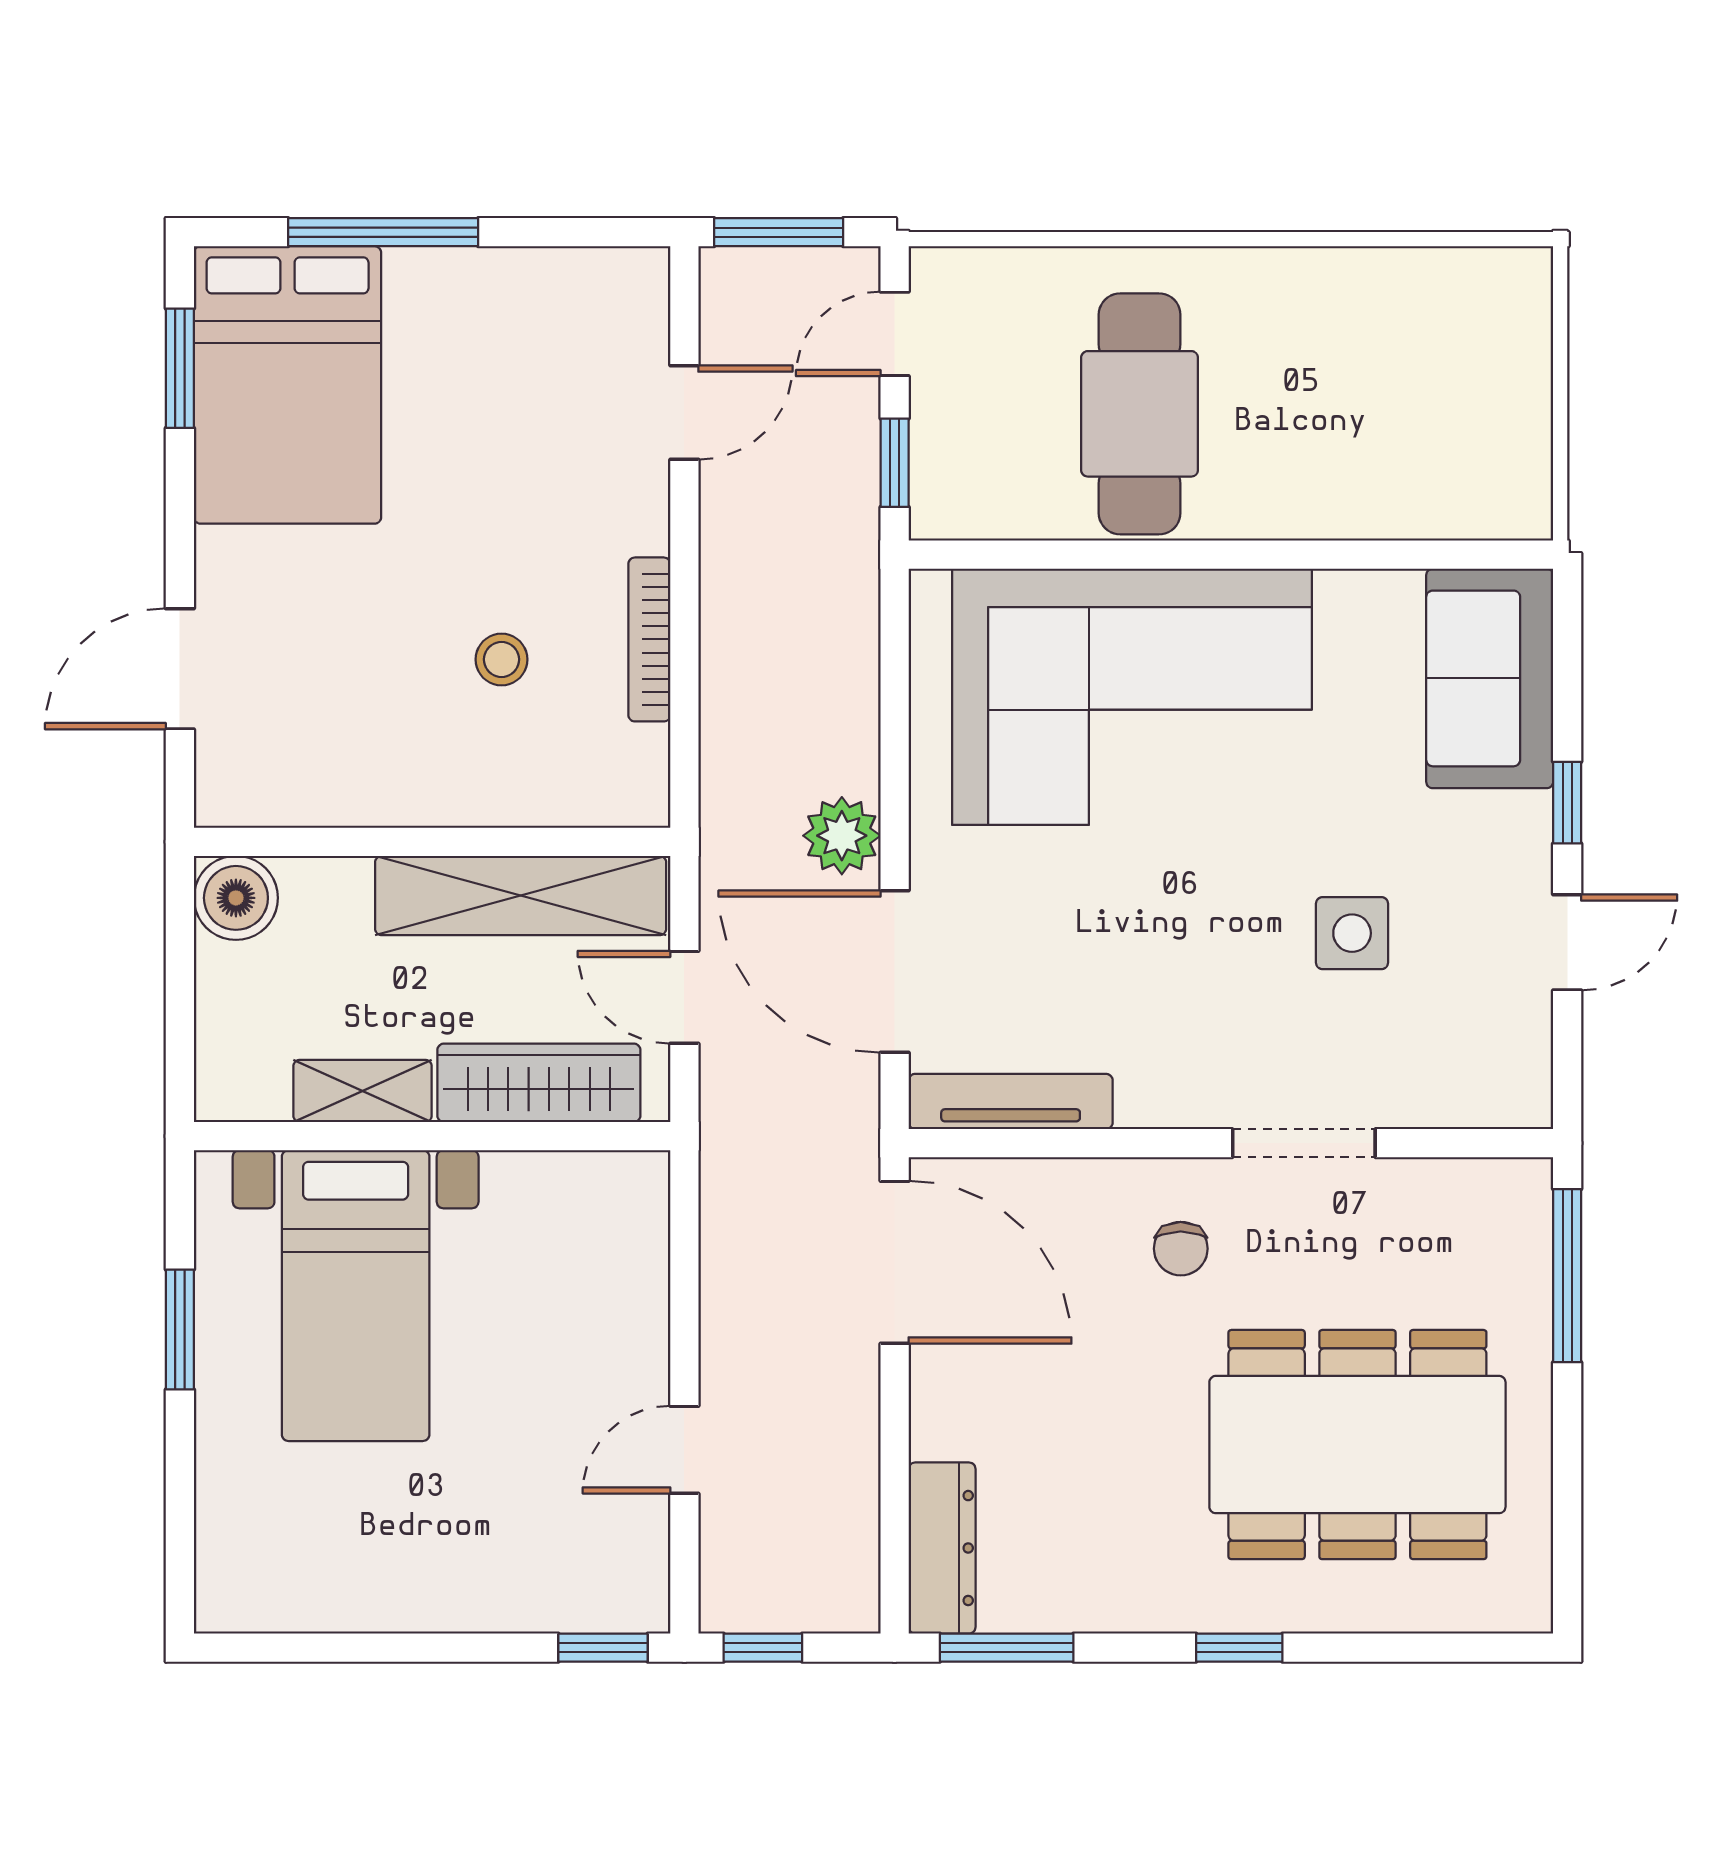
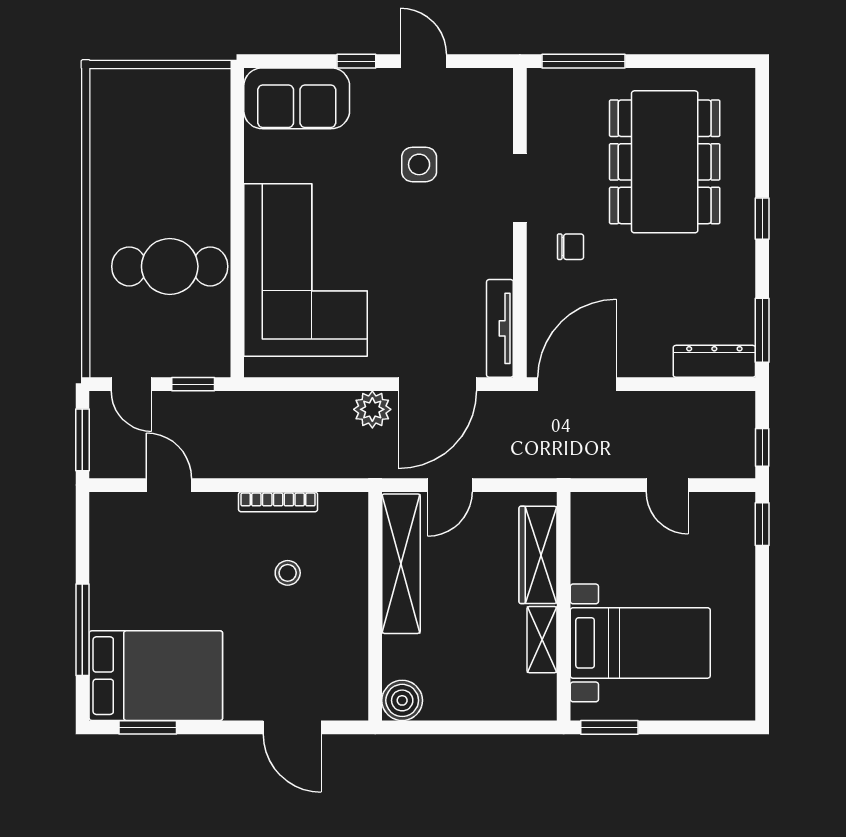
wardrobe: (539, 1083) -> (538, 555), moved
shelving: (363, 1091) -> (542, 640), moved
wall: (432, 1136) -> (564, 606), moved
bed with nightstands: (356, 1296) -> (640, 643), moved

